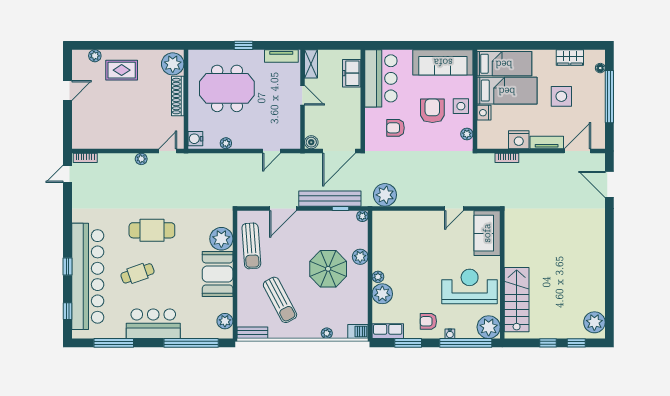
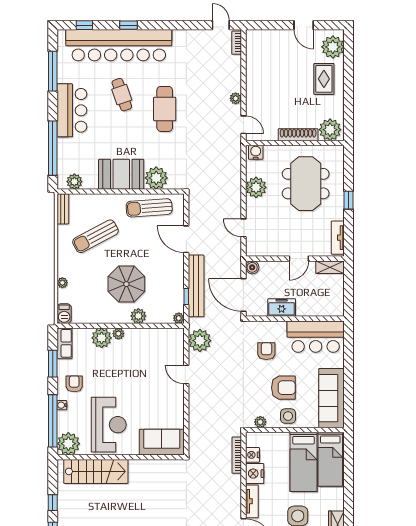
plant: (95, 56) -> (333, 47), width x1.88, depth x1.88
freezer: (352, 73) -> (282, 308), moved
nightstand: (484, 113) -> (252, 455), moved, turned -90
plant: (226, 143) -> (256, 187), width x1.88, depth x1.88
bookcase: (507, 158) -> (237, 455), width x1.56
door: (454, 208) -> (186, 375), moved

